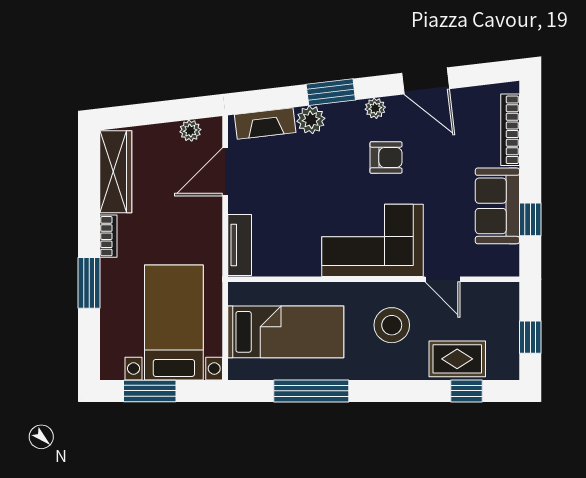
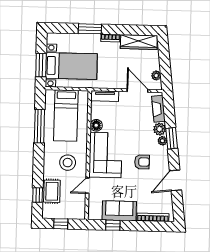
plant: (375, 108) -> (162, 141), moved
armchair: (386, 158) -> (142, 162), turned -90
floor lamp: (306, 263) -> (96, 125), added
window: (150, 391) -> (41, 65), moved

